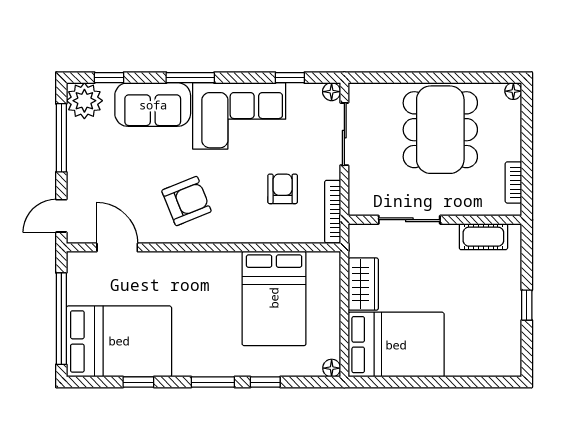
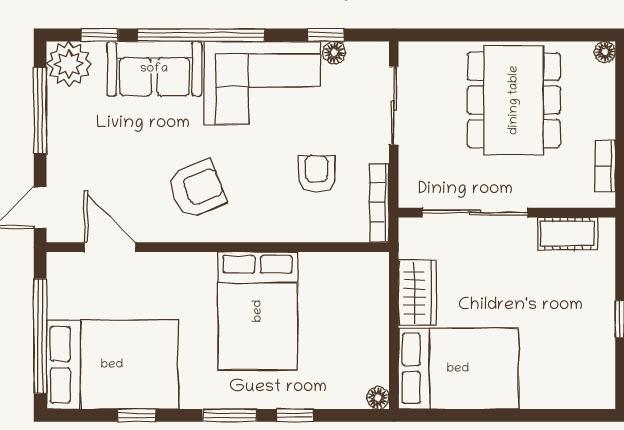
window: (190, 78) -> (201, 35), width x2.11
floor lamp: (332, 92) -> (334, 53), moved
sliding door: (409, 220) -> (475, 213), width x1.37
bed: (274, 298) -> (258, 311), moved

